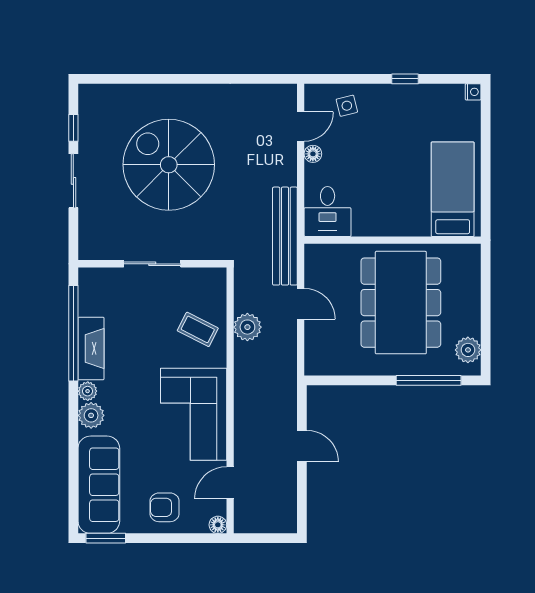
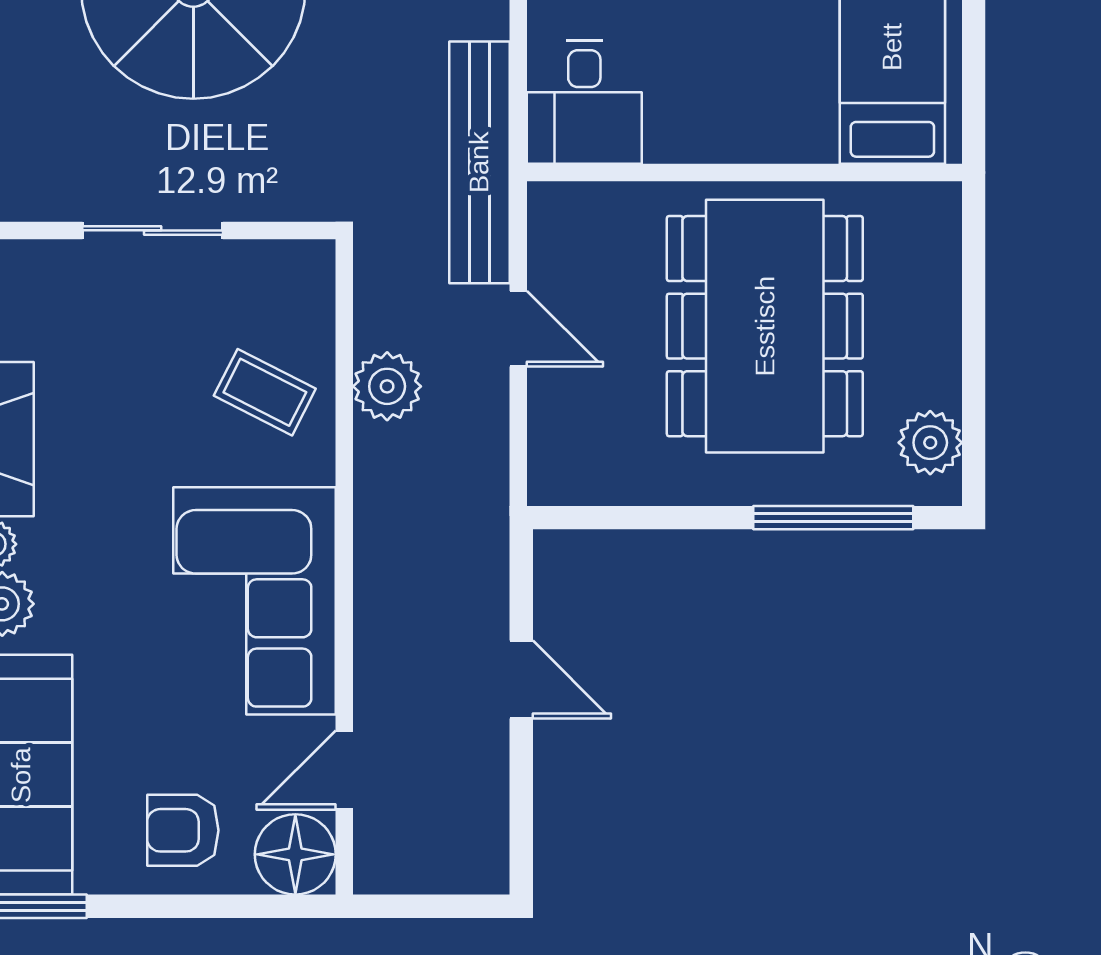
floor lamp: (218, 525) -> (295, 854), width x1.89, depth x1.89

